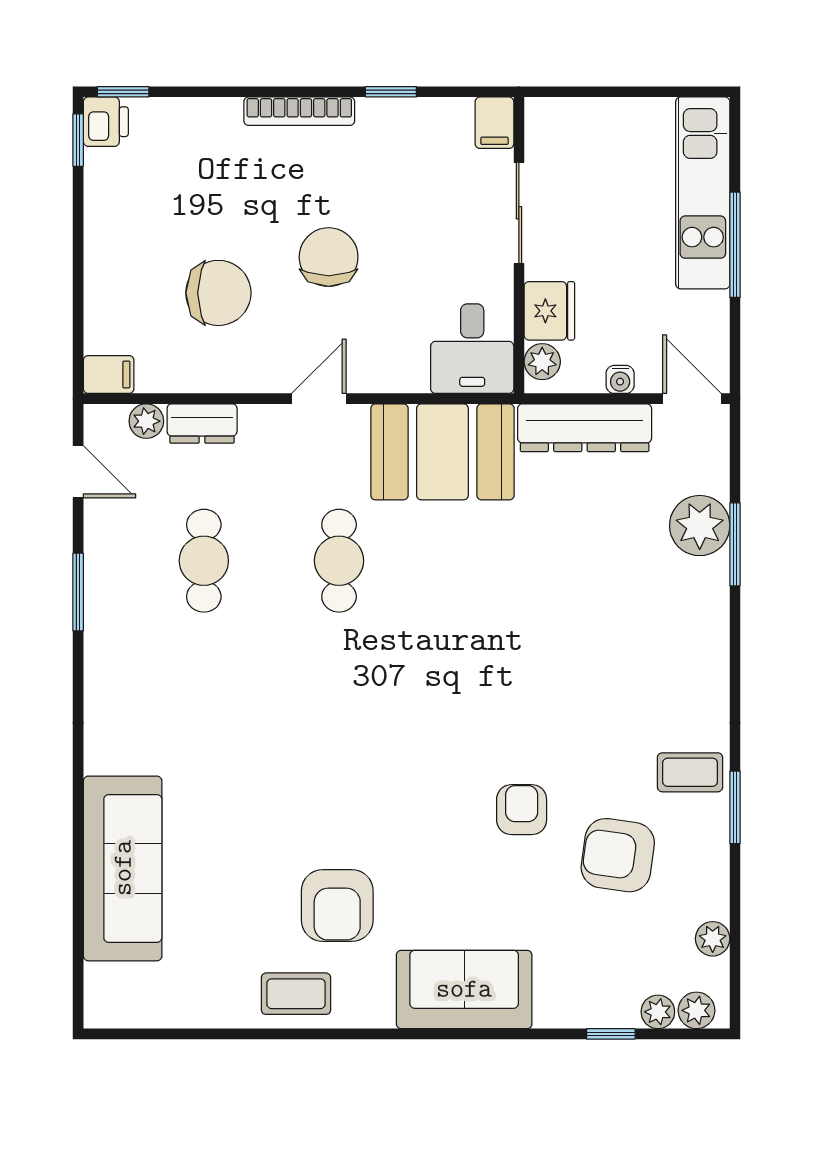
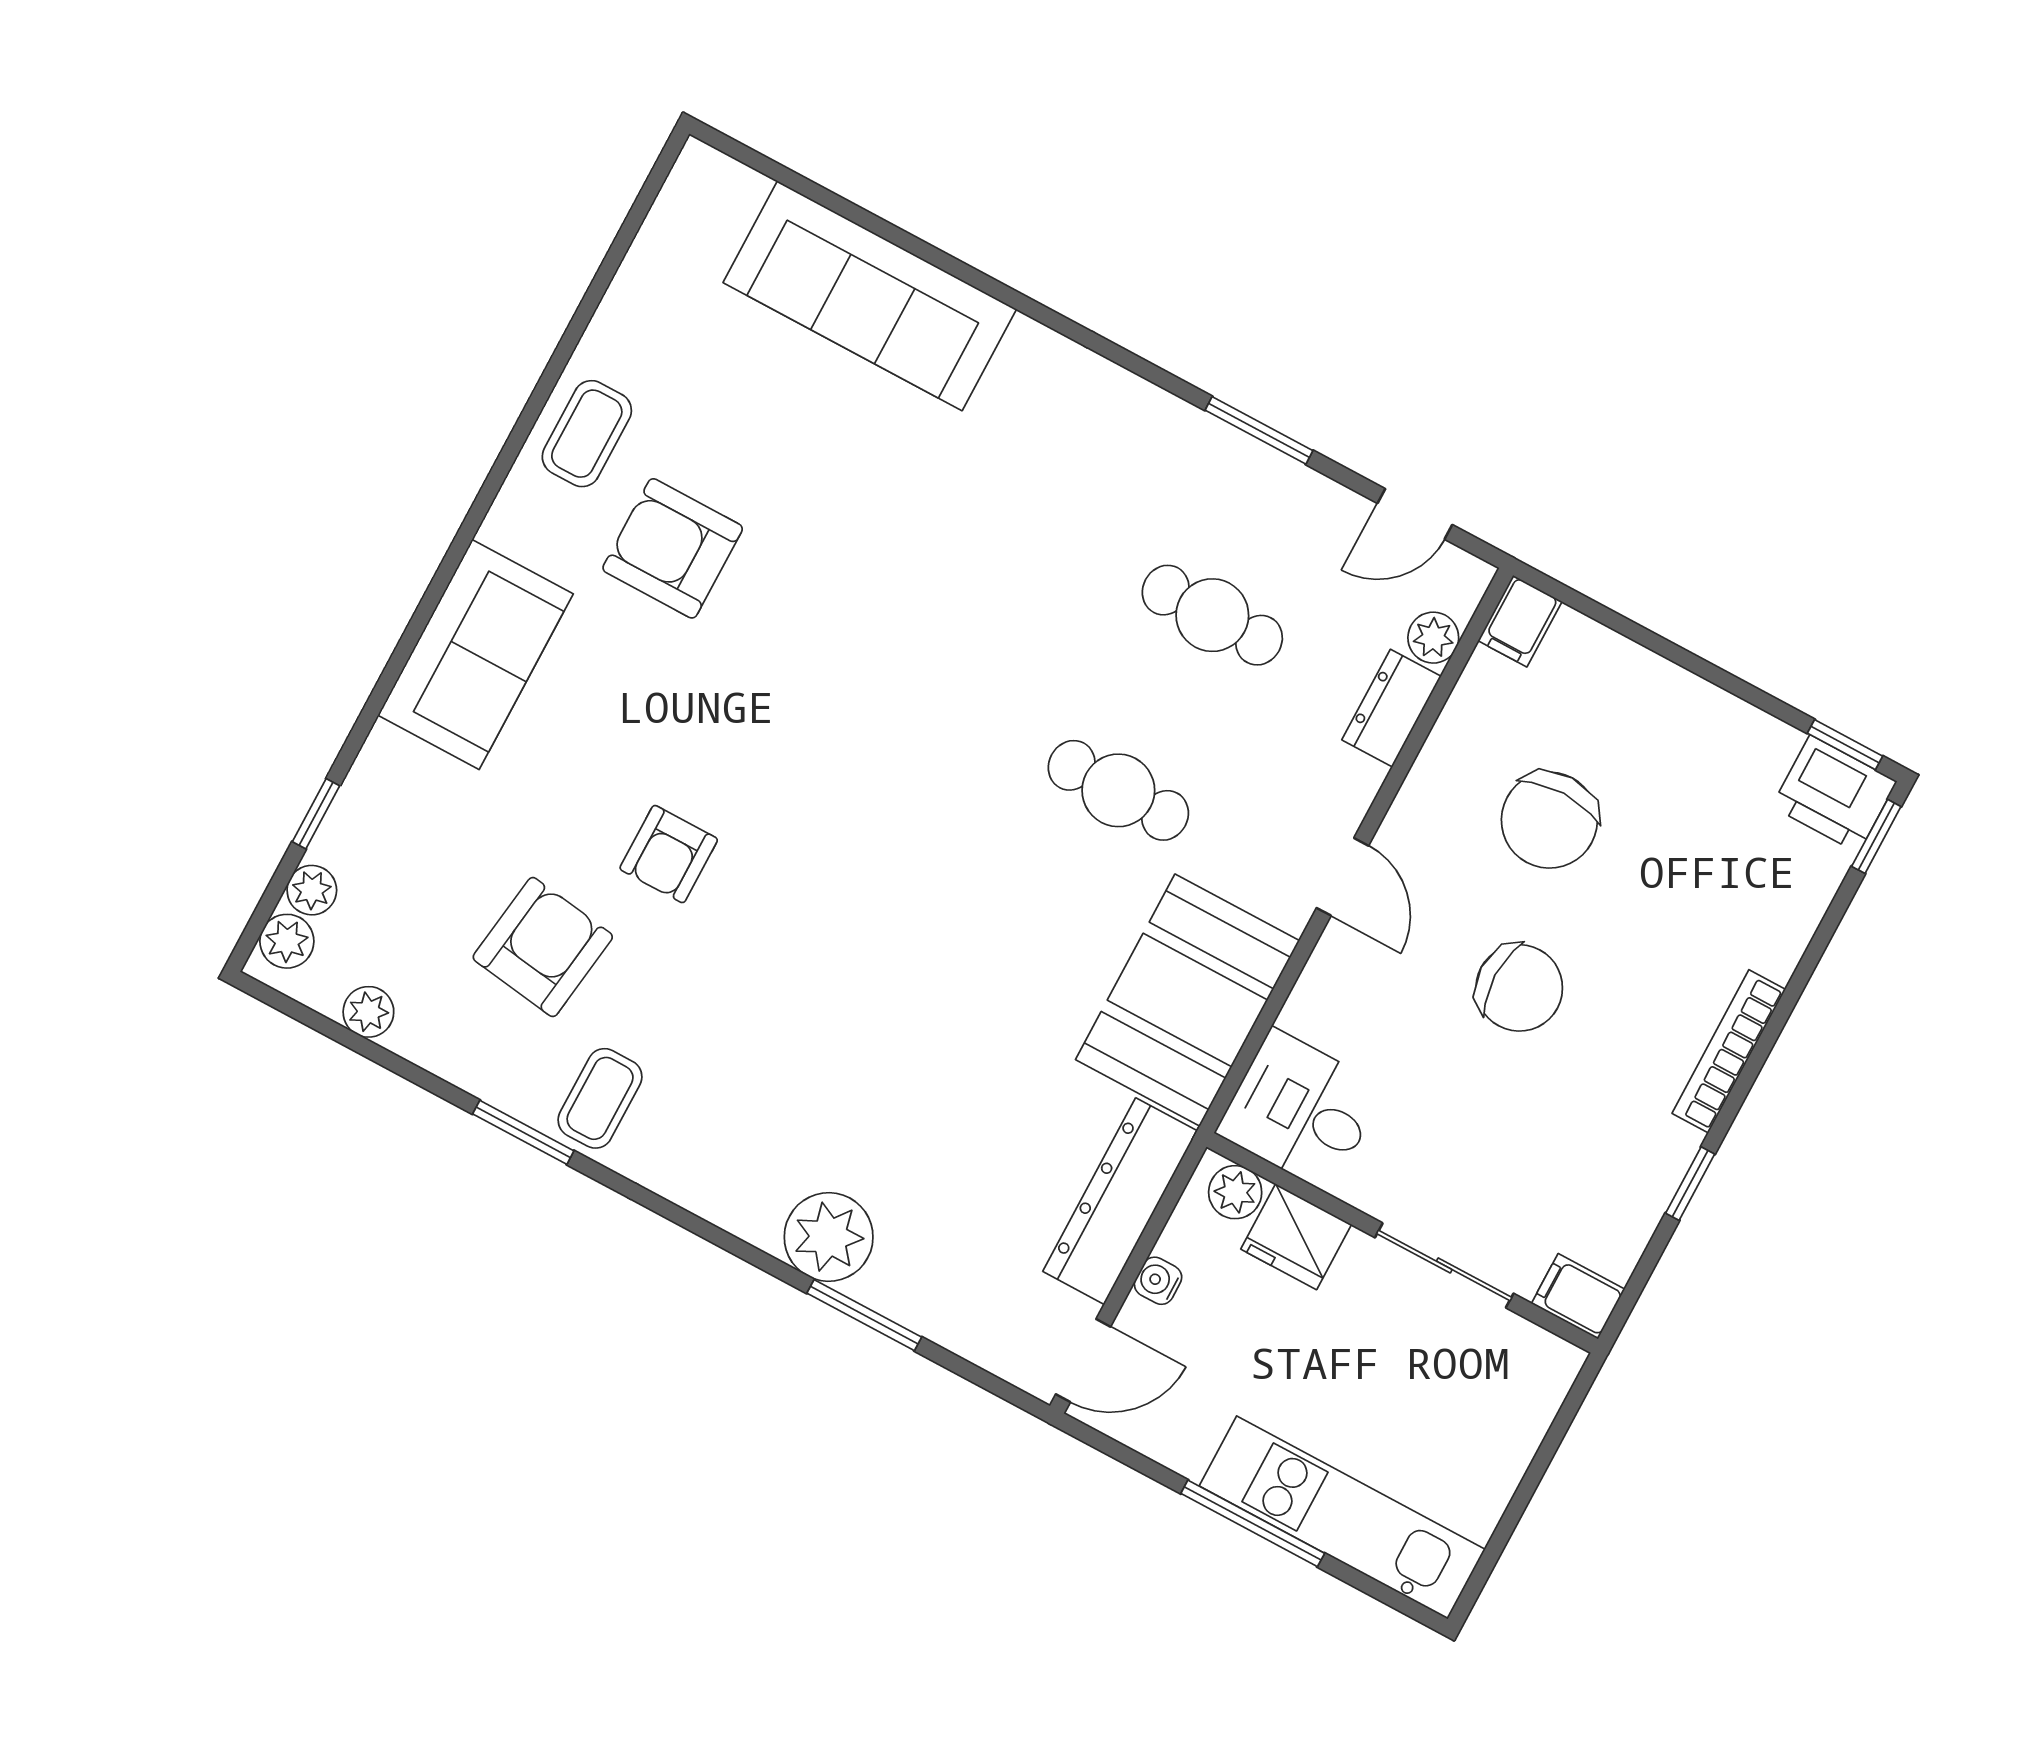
printer: (106, 122) -> (1834, 794), width x1.36, depth x1.24
plant: (700, 526) -> (829, 1237), moved
armchair: (522, 810) -> (669, 854), turned 90

